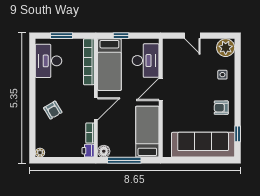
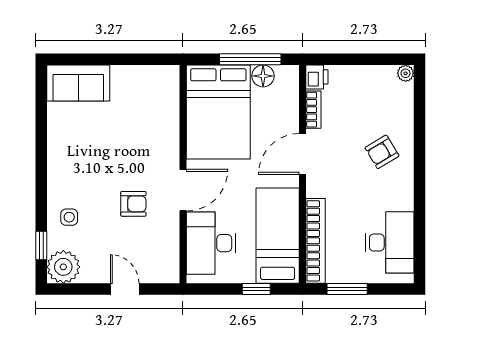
window: (62, 36) -> (347, 289), moved
armchair: (221, 108) -> (133, 204), moved
armchair: (53, 110) -> (382, 152), turned -90
bed: (147, 132) -> (218, 112), width x1.50
window: (238, 134) -> (41, 245), moved
sofa: (203, 145) -> (78, 83), width x0.54, depth x0.79
floor lamp: (104, 151) -> (263, 76), moved

